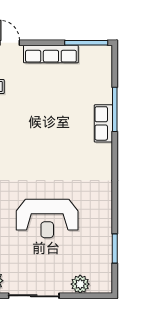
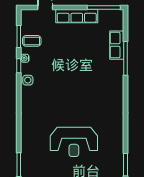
row of seats: (103, 123) -> (117, 45), moved

